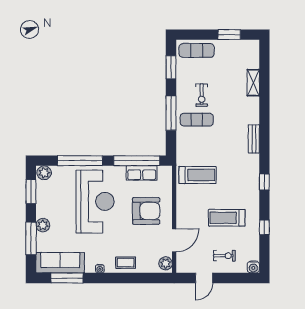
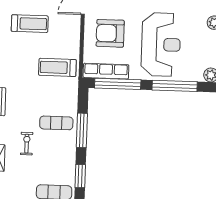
exercise bike: (202, 95) -> (27, 144), moved
row of seats: (142, 173) -> (106, 71), width x1.48
reception desk: (95, 201) -> (161, 44), turned 180

